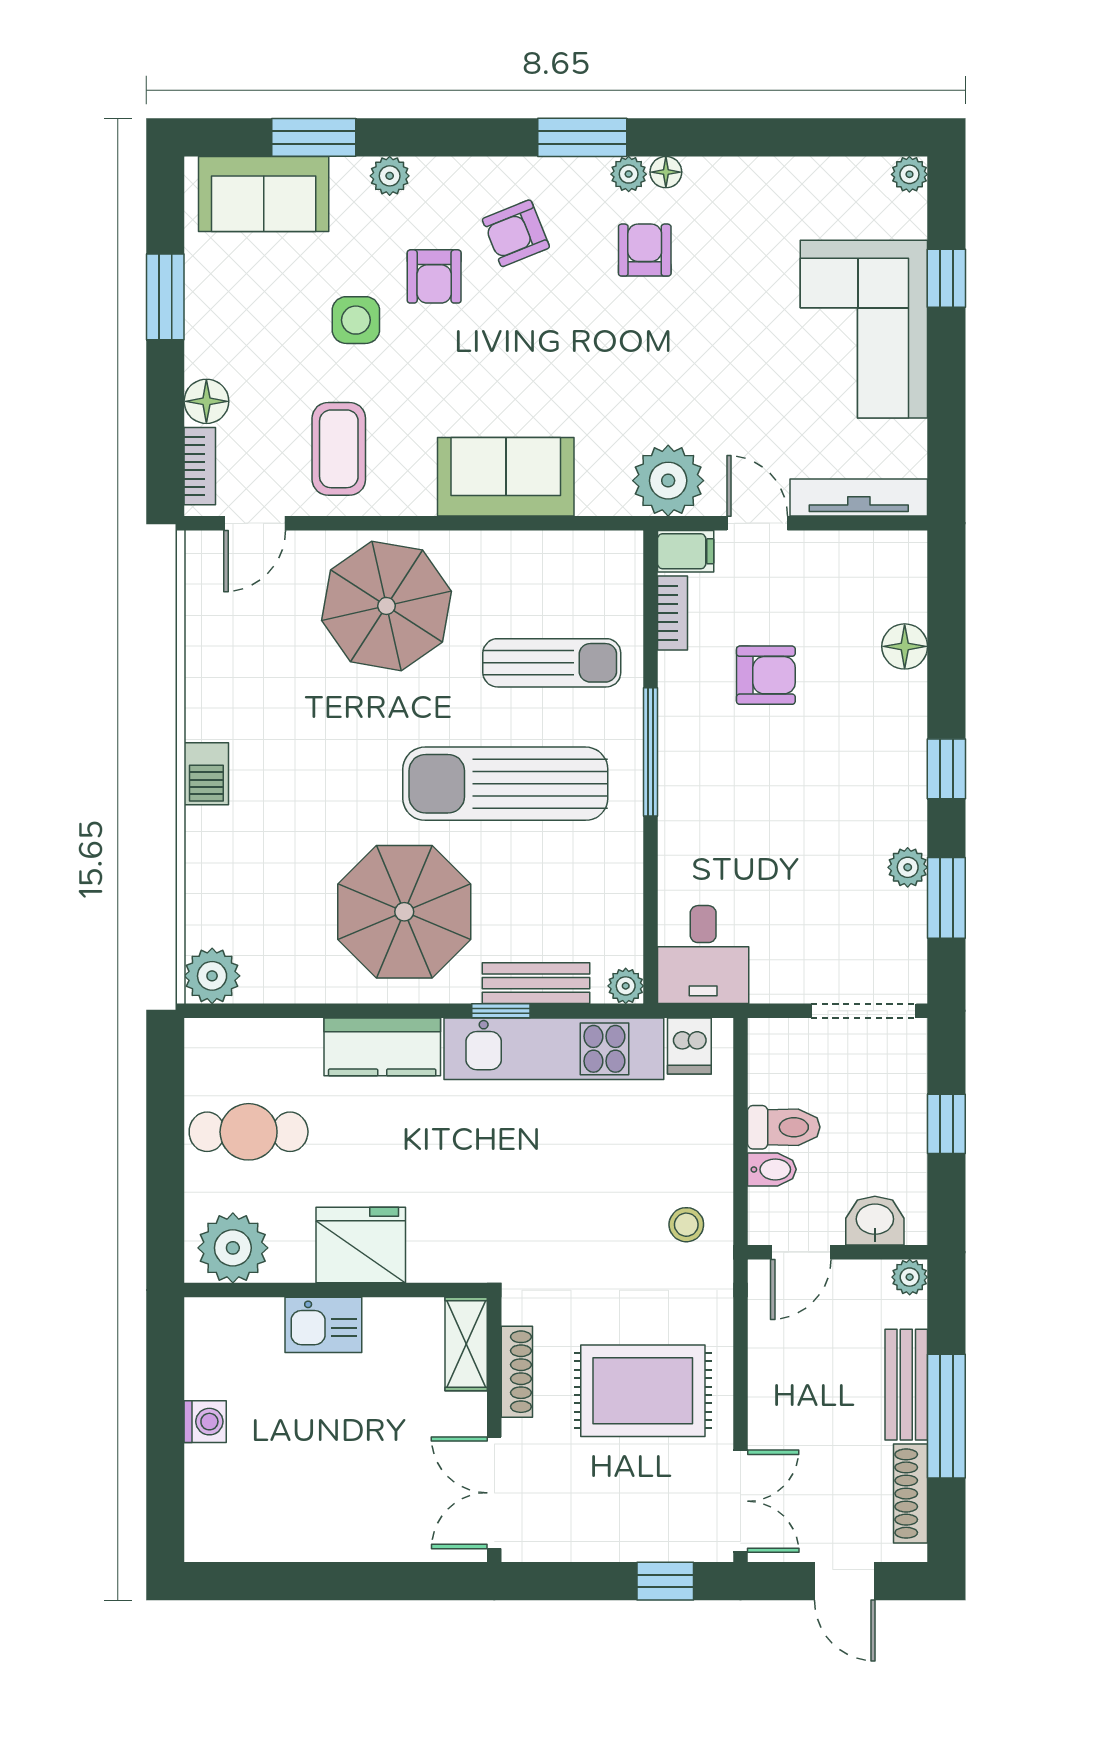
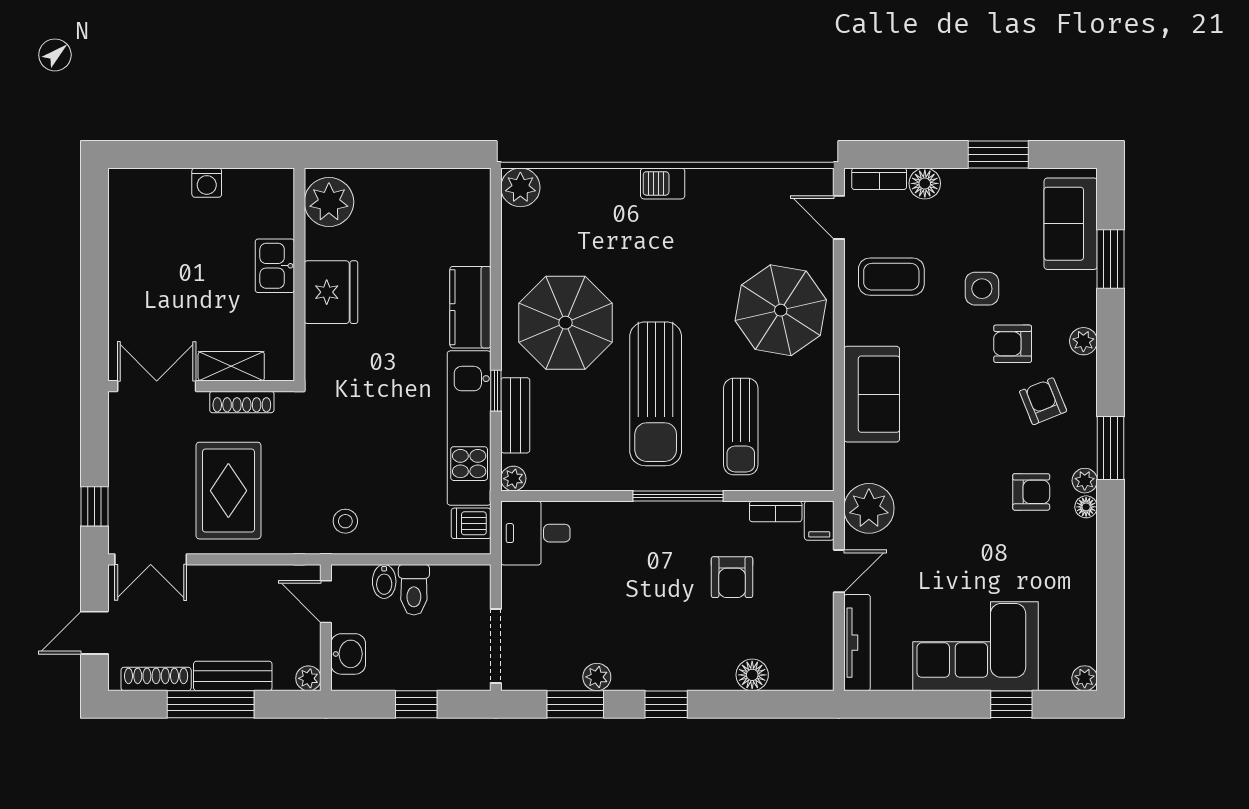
plant: (390, 176) -> (1083, 341), moved
sun lounger: (505, 784) -> (656, 394), turned 180
cafe table: (249, 1132) -> (411, 213), removed
shelving: (466, 1344) -> (231, 366), moved

